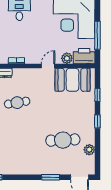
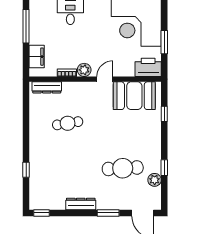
window: (97, 35) -> (164, 42), width x0.69
plant: (67, 58) -> (84, 70), moved
window: (97, 121) -> (164, 168), moved
dresser: (28, 170) -> (81, 204), added

